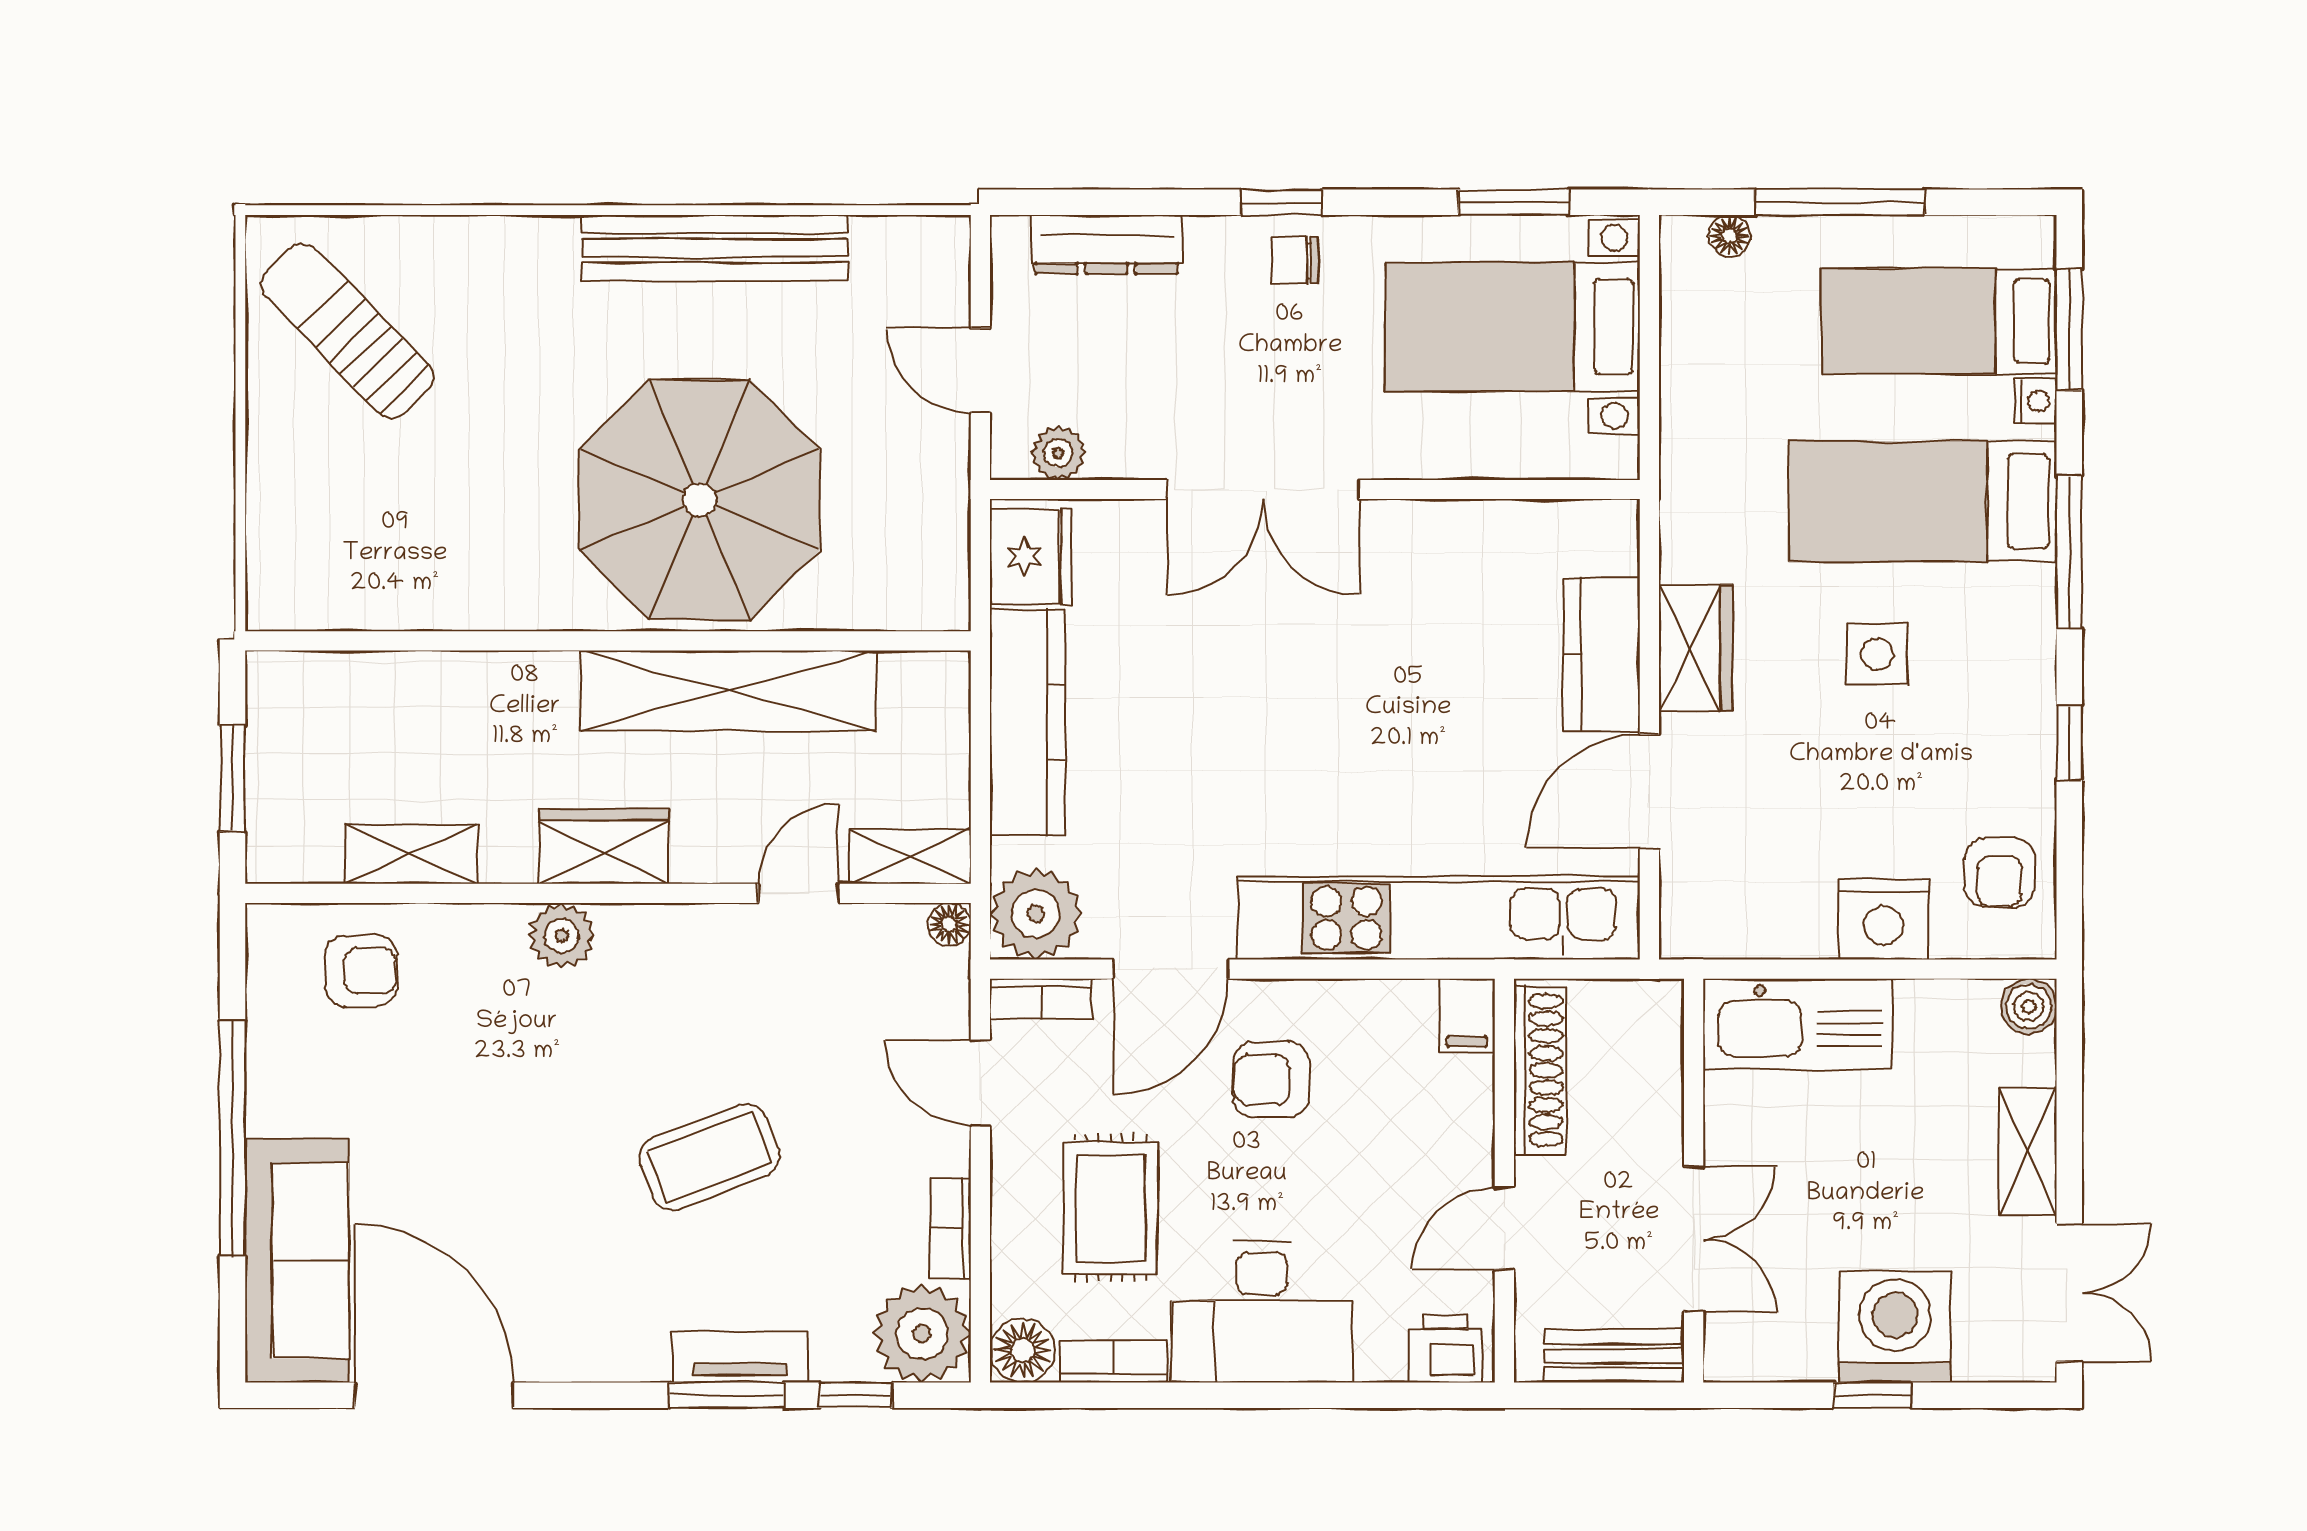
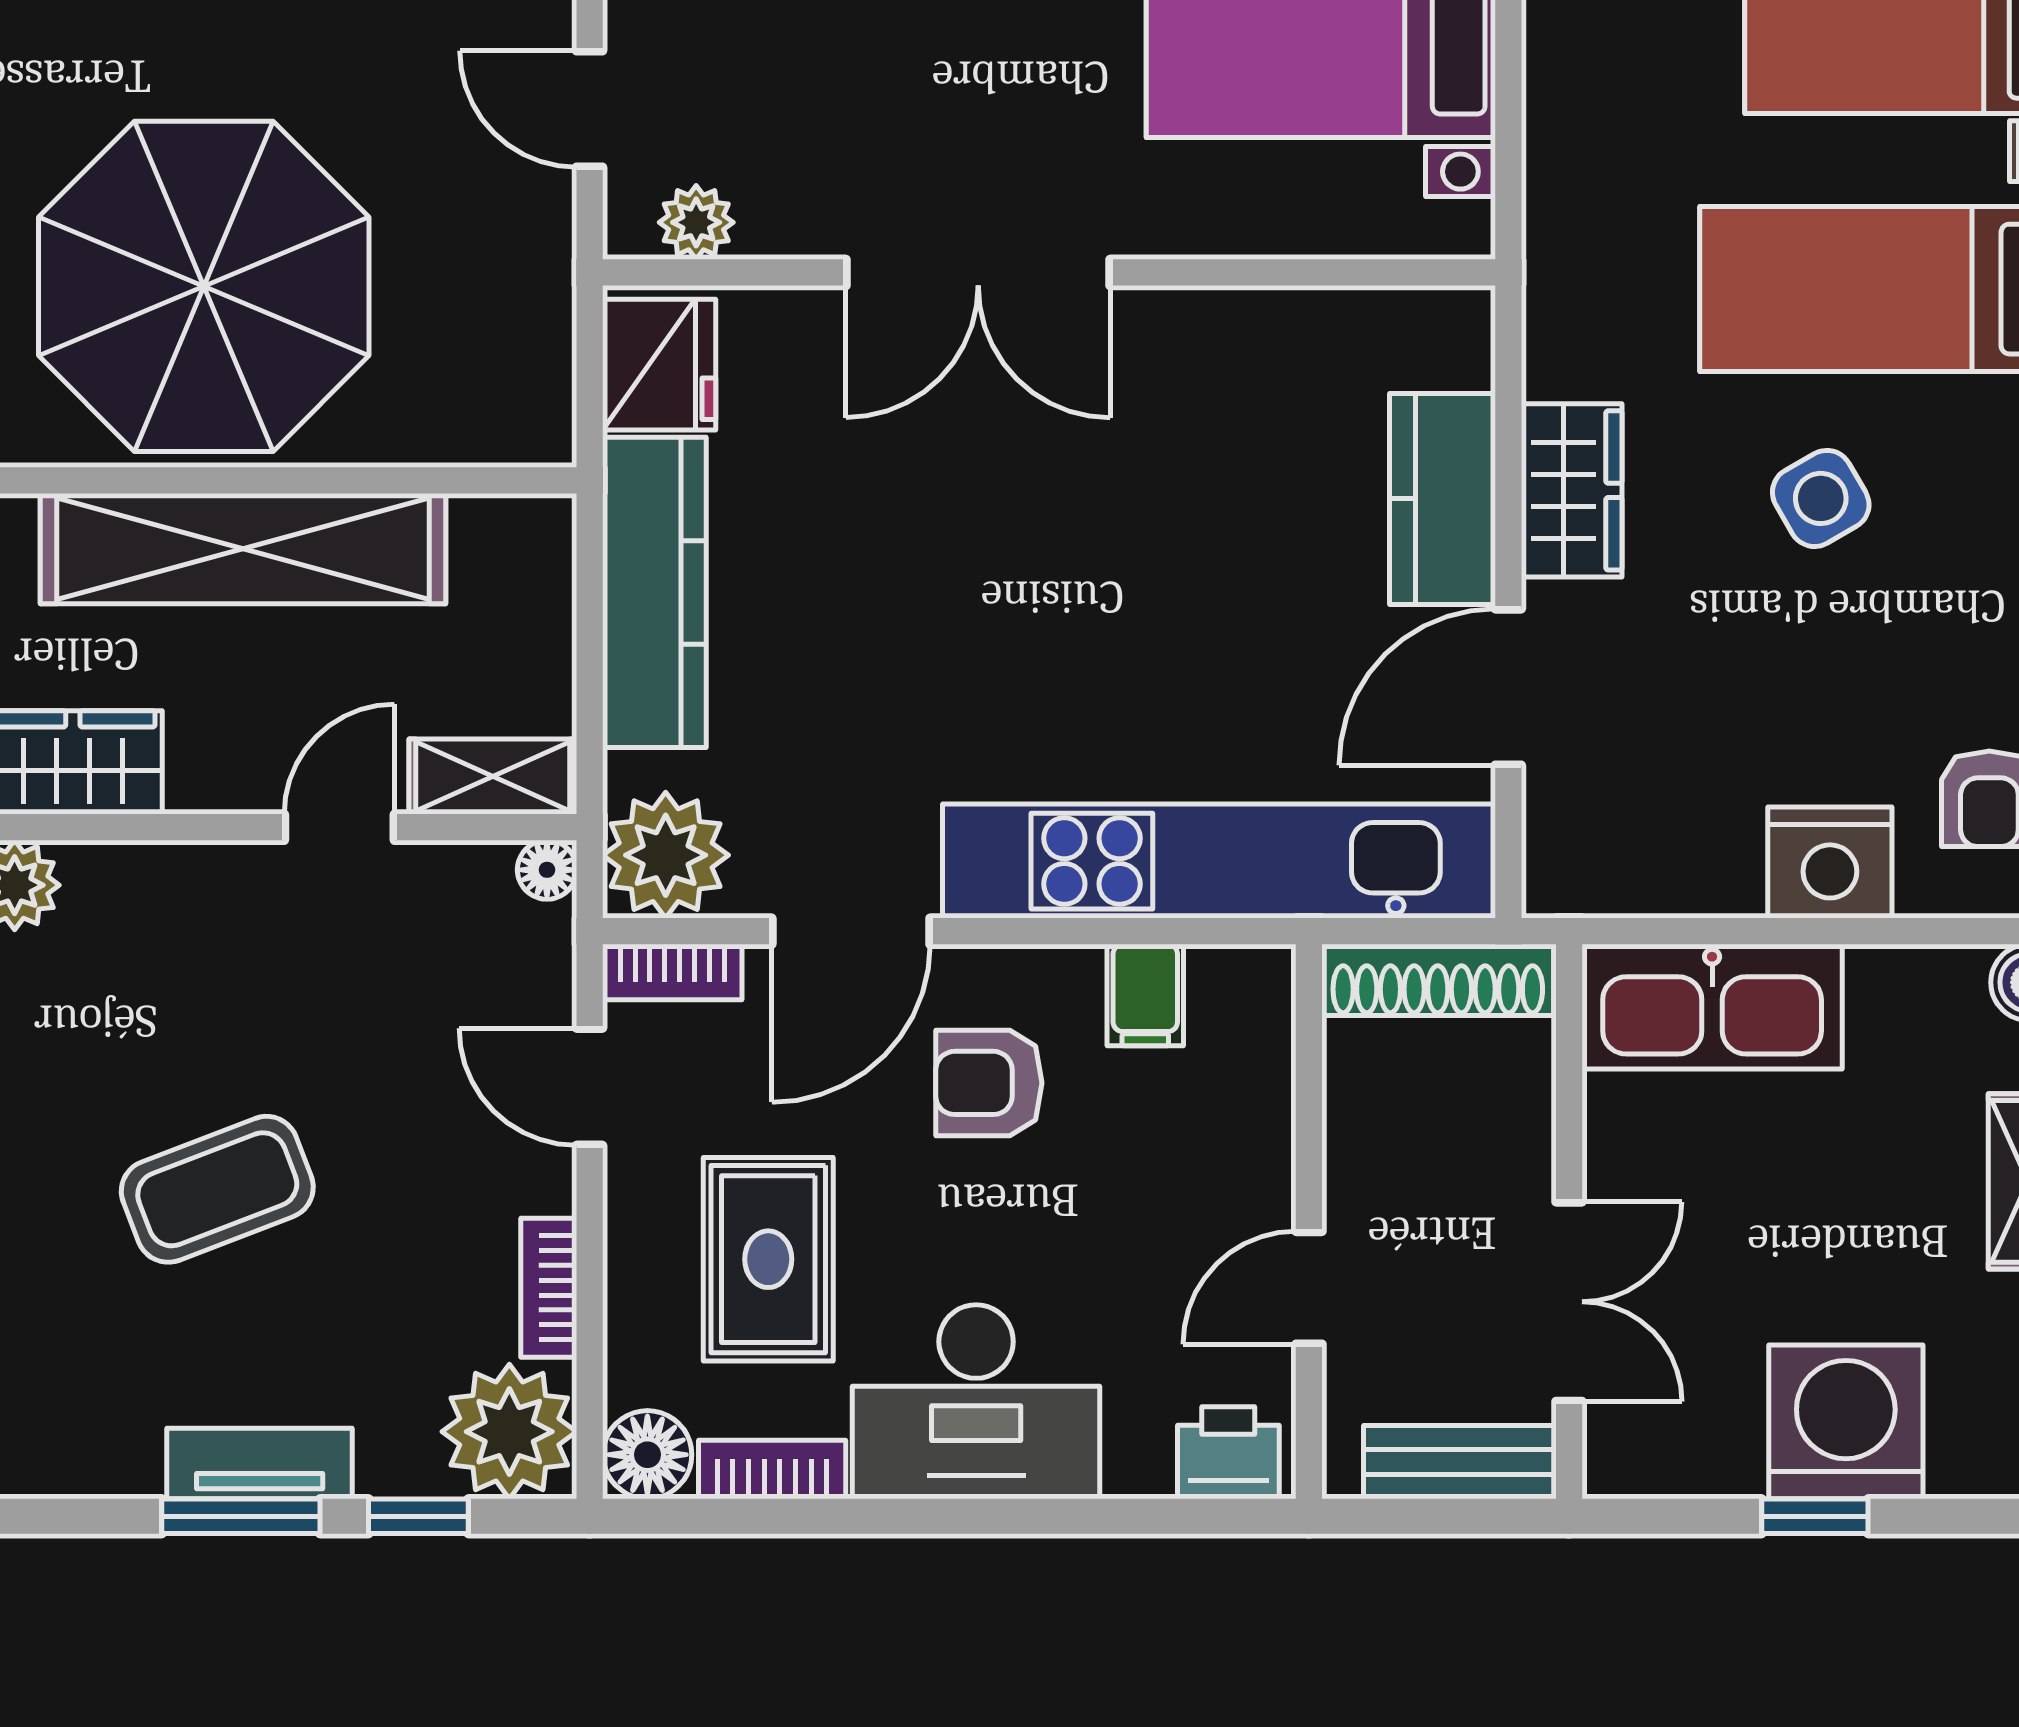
side table: (1877, 654) -> (1821, 498), turned -30
filing cabinet: (1467, 1016) -> (1145, 995), moved
shoe rack: (1540, 1070) -> (1438, 980), moved, turned 90

